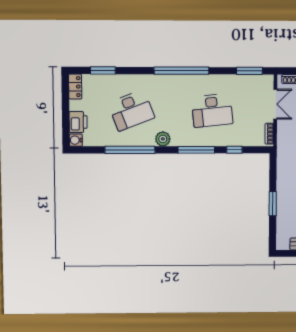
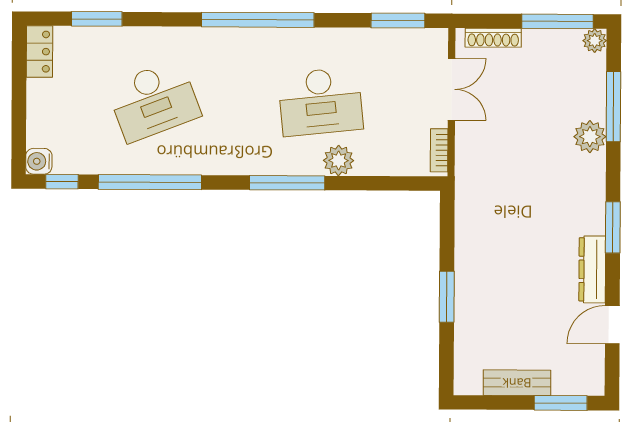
printer: (78, 122) -> (44, 124), removed
plant: (163, 139) -> (339, 160), moved
window: (234, 150) -> (62, 182), moved

